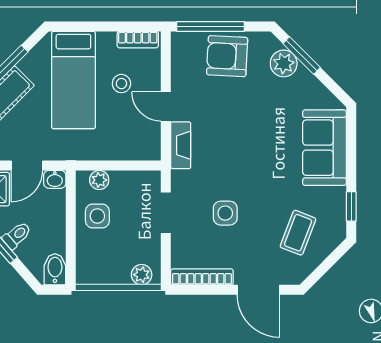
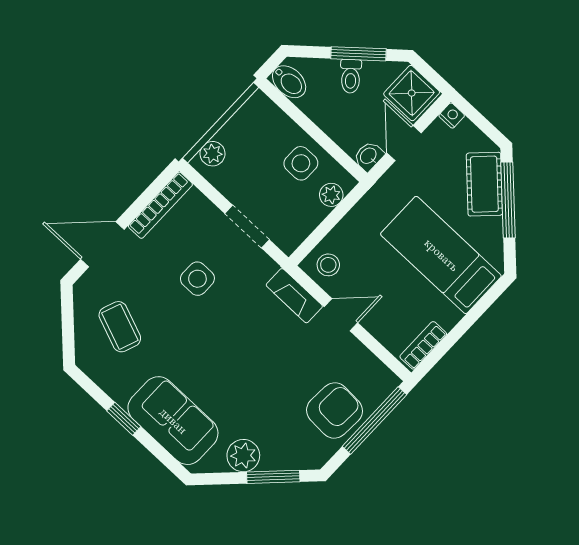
plant: (284, 63) -> (243, 456), moved
stool: (121, 84) -> (328, 265), moved
window: (351, 206) -> (124, 419), moved

